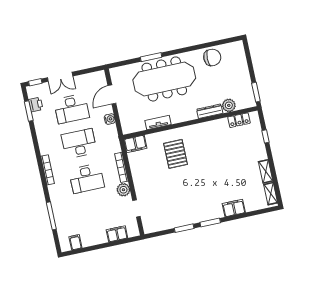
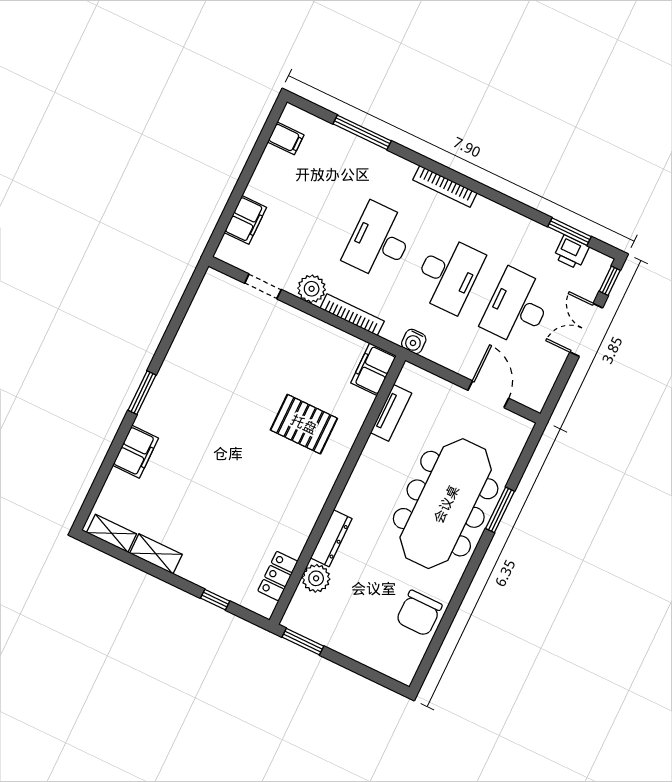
water cooler: (110, 119) -> (414, 341), moved
tv unit: (158, 122) -> (391, 413), moved
window: (184, 228) -> (167, 341), removed

